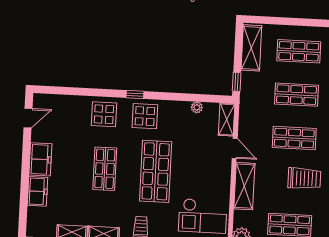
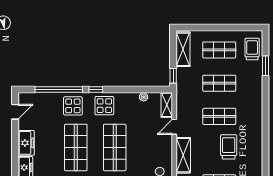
window: (87, 92) -> (59, 90), added
door: (235, 148) -> (174, 127), swing flipped
shop shelf: (105, 169) -> (76, 147), width x1.43, depth x1.36
trolley: (304, 178) -> (229, 147), turned -90

